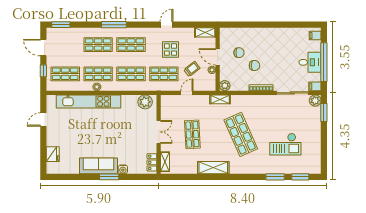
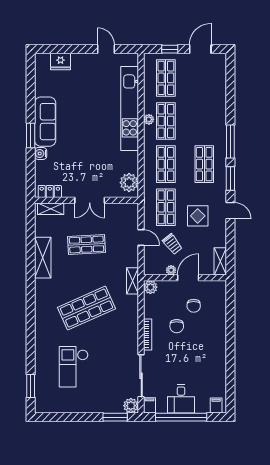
window: (61, 25) -> (230, 178), moved
shop shelf: (98, 45) -> (204, 121), removed
shelving: (213, 168) -> (43, 258), moved
window: (275, 177) -> (31, 353), removed

